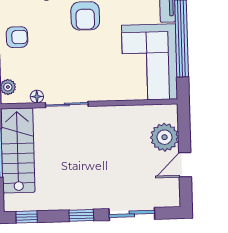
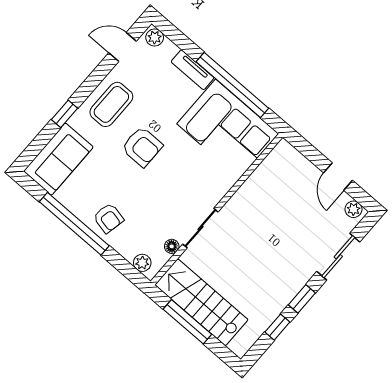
armchair: (17, 37) -> (108, 218), turned 102
plant: (164, 137) -> (353, 209), moved, width x0.53, depth x0.53
window: (27, 217) -> (277, 327), moved

